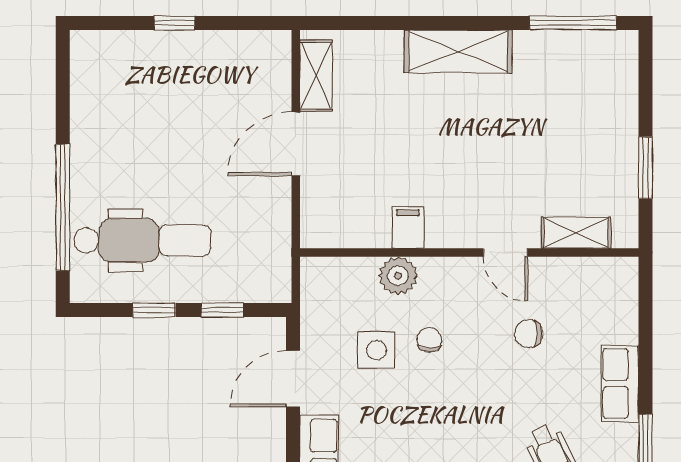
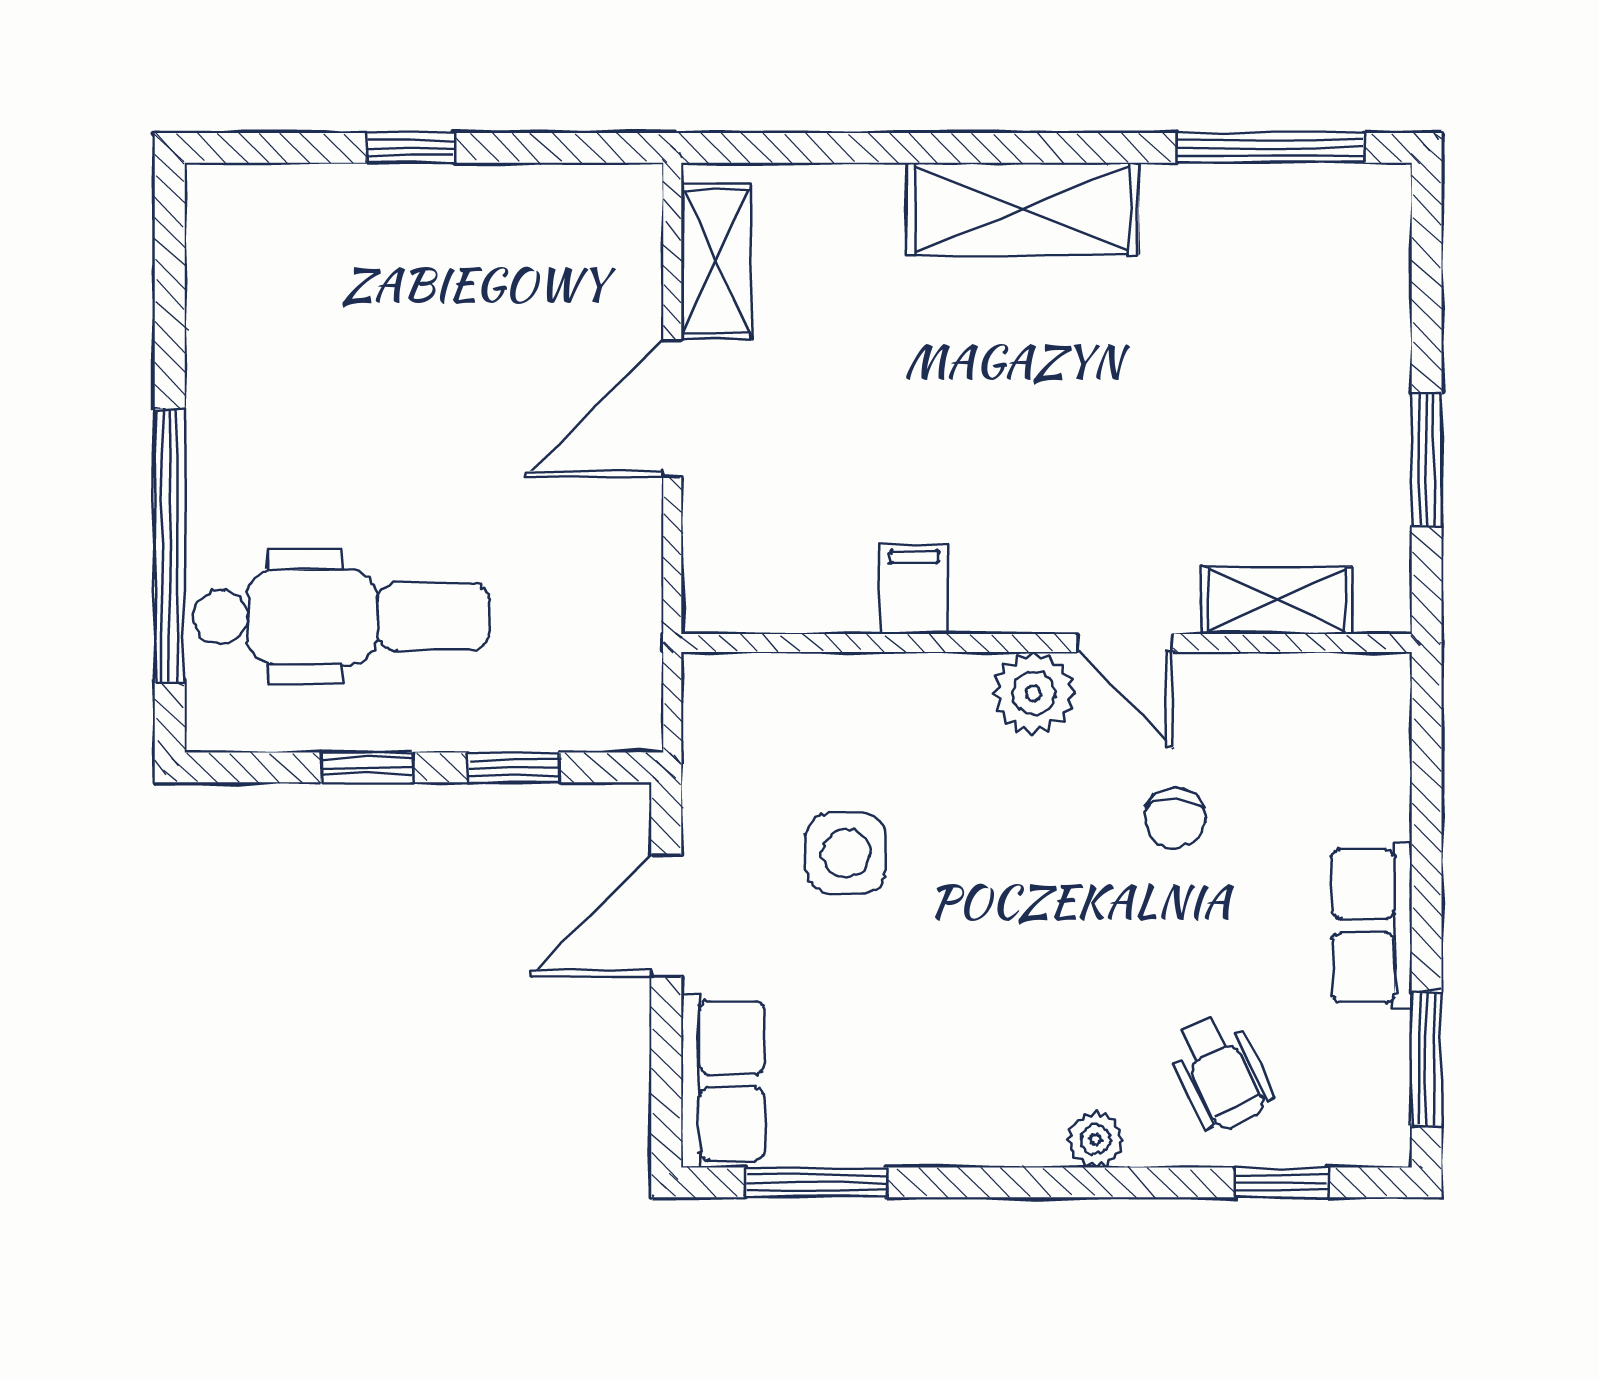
plant: (398, 276) -> (1034, 693), moved
chair: (529, 334) -> (1175, 818), turned -90
chair: (429, 340) -> (960, 832), removed

